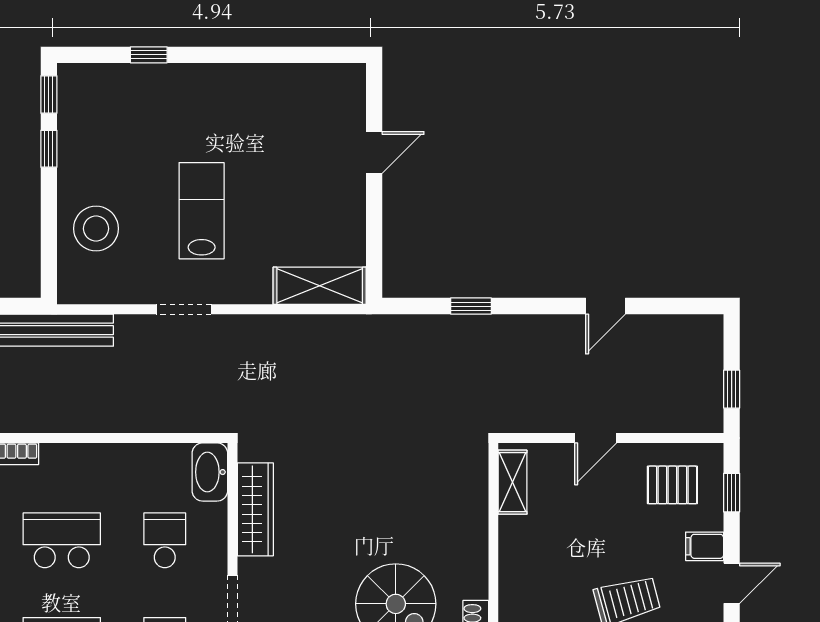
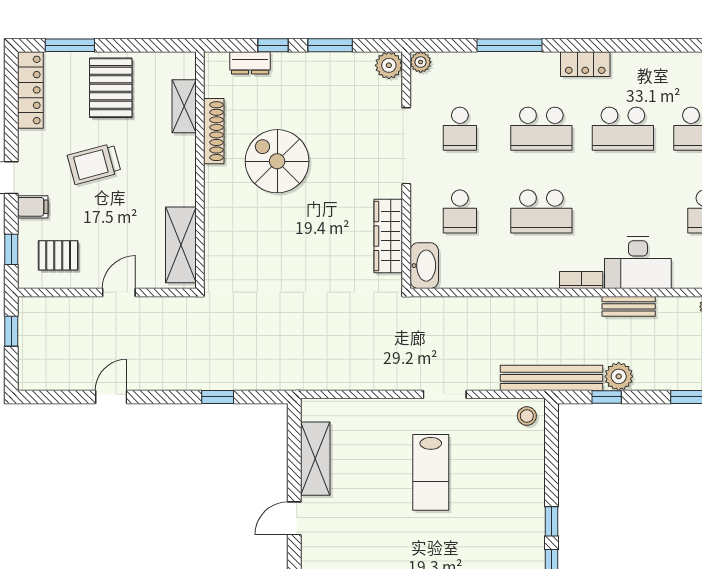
stool: (96, 229) -> (527, 416), moved, width x0.53, depth x0.53
shelving: (320, 286) -> (315, 459), moved, turned 90
shelving: (513, 482) -> (181, 245), width x1.50, depth x1.33

